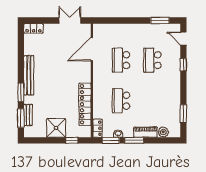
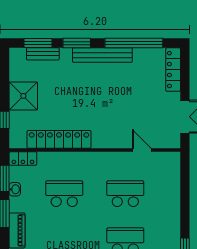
locker: (33, 28) -> (173, 70), width x1.53
door: (92, 49) -> (142, 150), width x0.53
window: (21, 54) -> (134, 43), added

